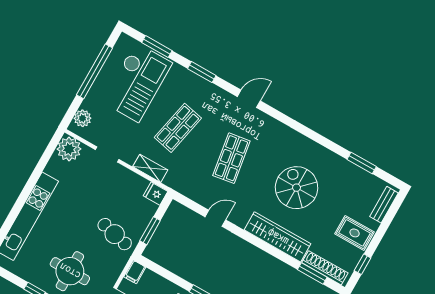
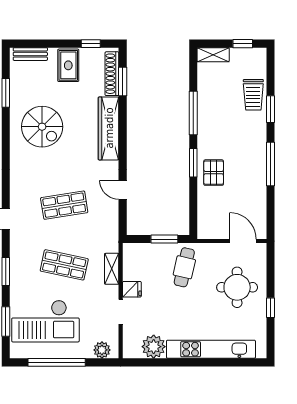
checkout: (137, 82) -> (45, 321), turned 180
plant: (69, 149) -> (154, 347), moved
spiral stairs: (297, 188) -> (42, 127), moved, turned -90
fridge: (155, 194) -> (132, 289), moved, turned -90
filing cabinet: (135, 272) -> (207, 232), removed

